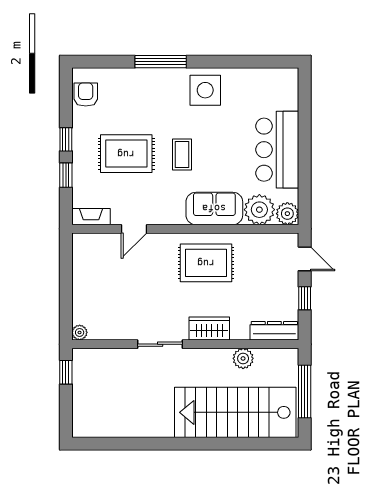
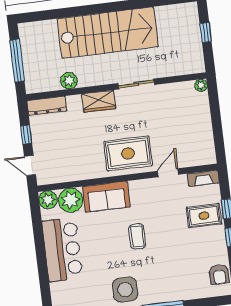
rug: (126, 154) -> (204, 216), moved, width x0.73, depth x0.70
rug: (206, 263) -> (128, 153), moved
window: (66, 372) -> (206, 33), moved
stairs: (235, 412) -> (108, 33), moved

